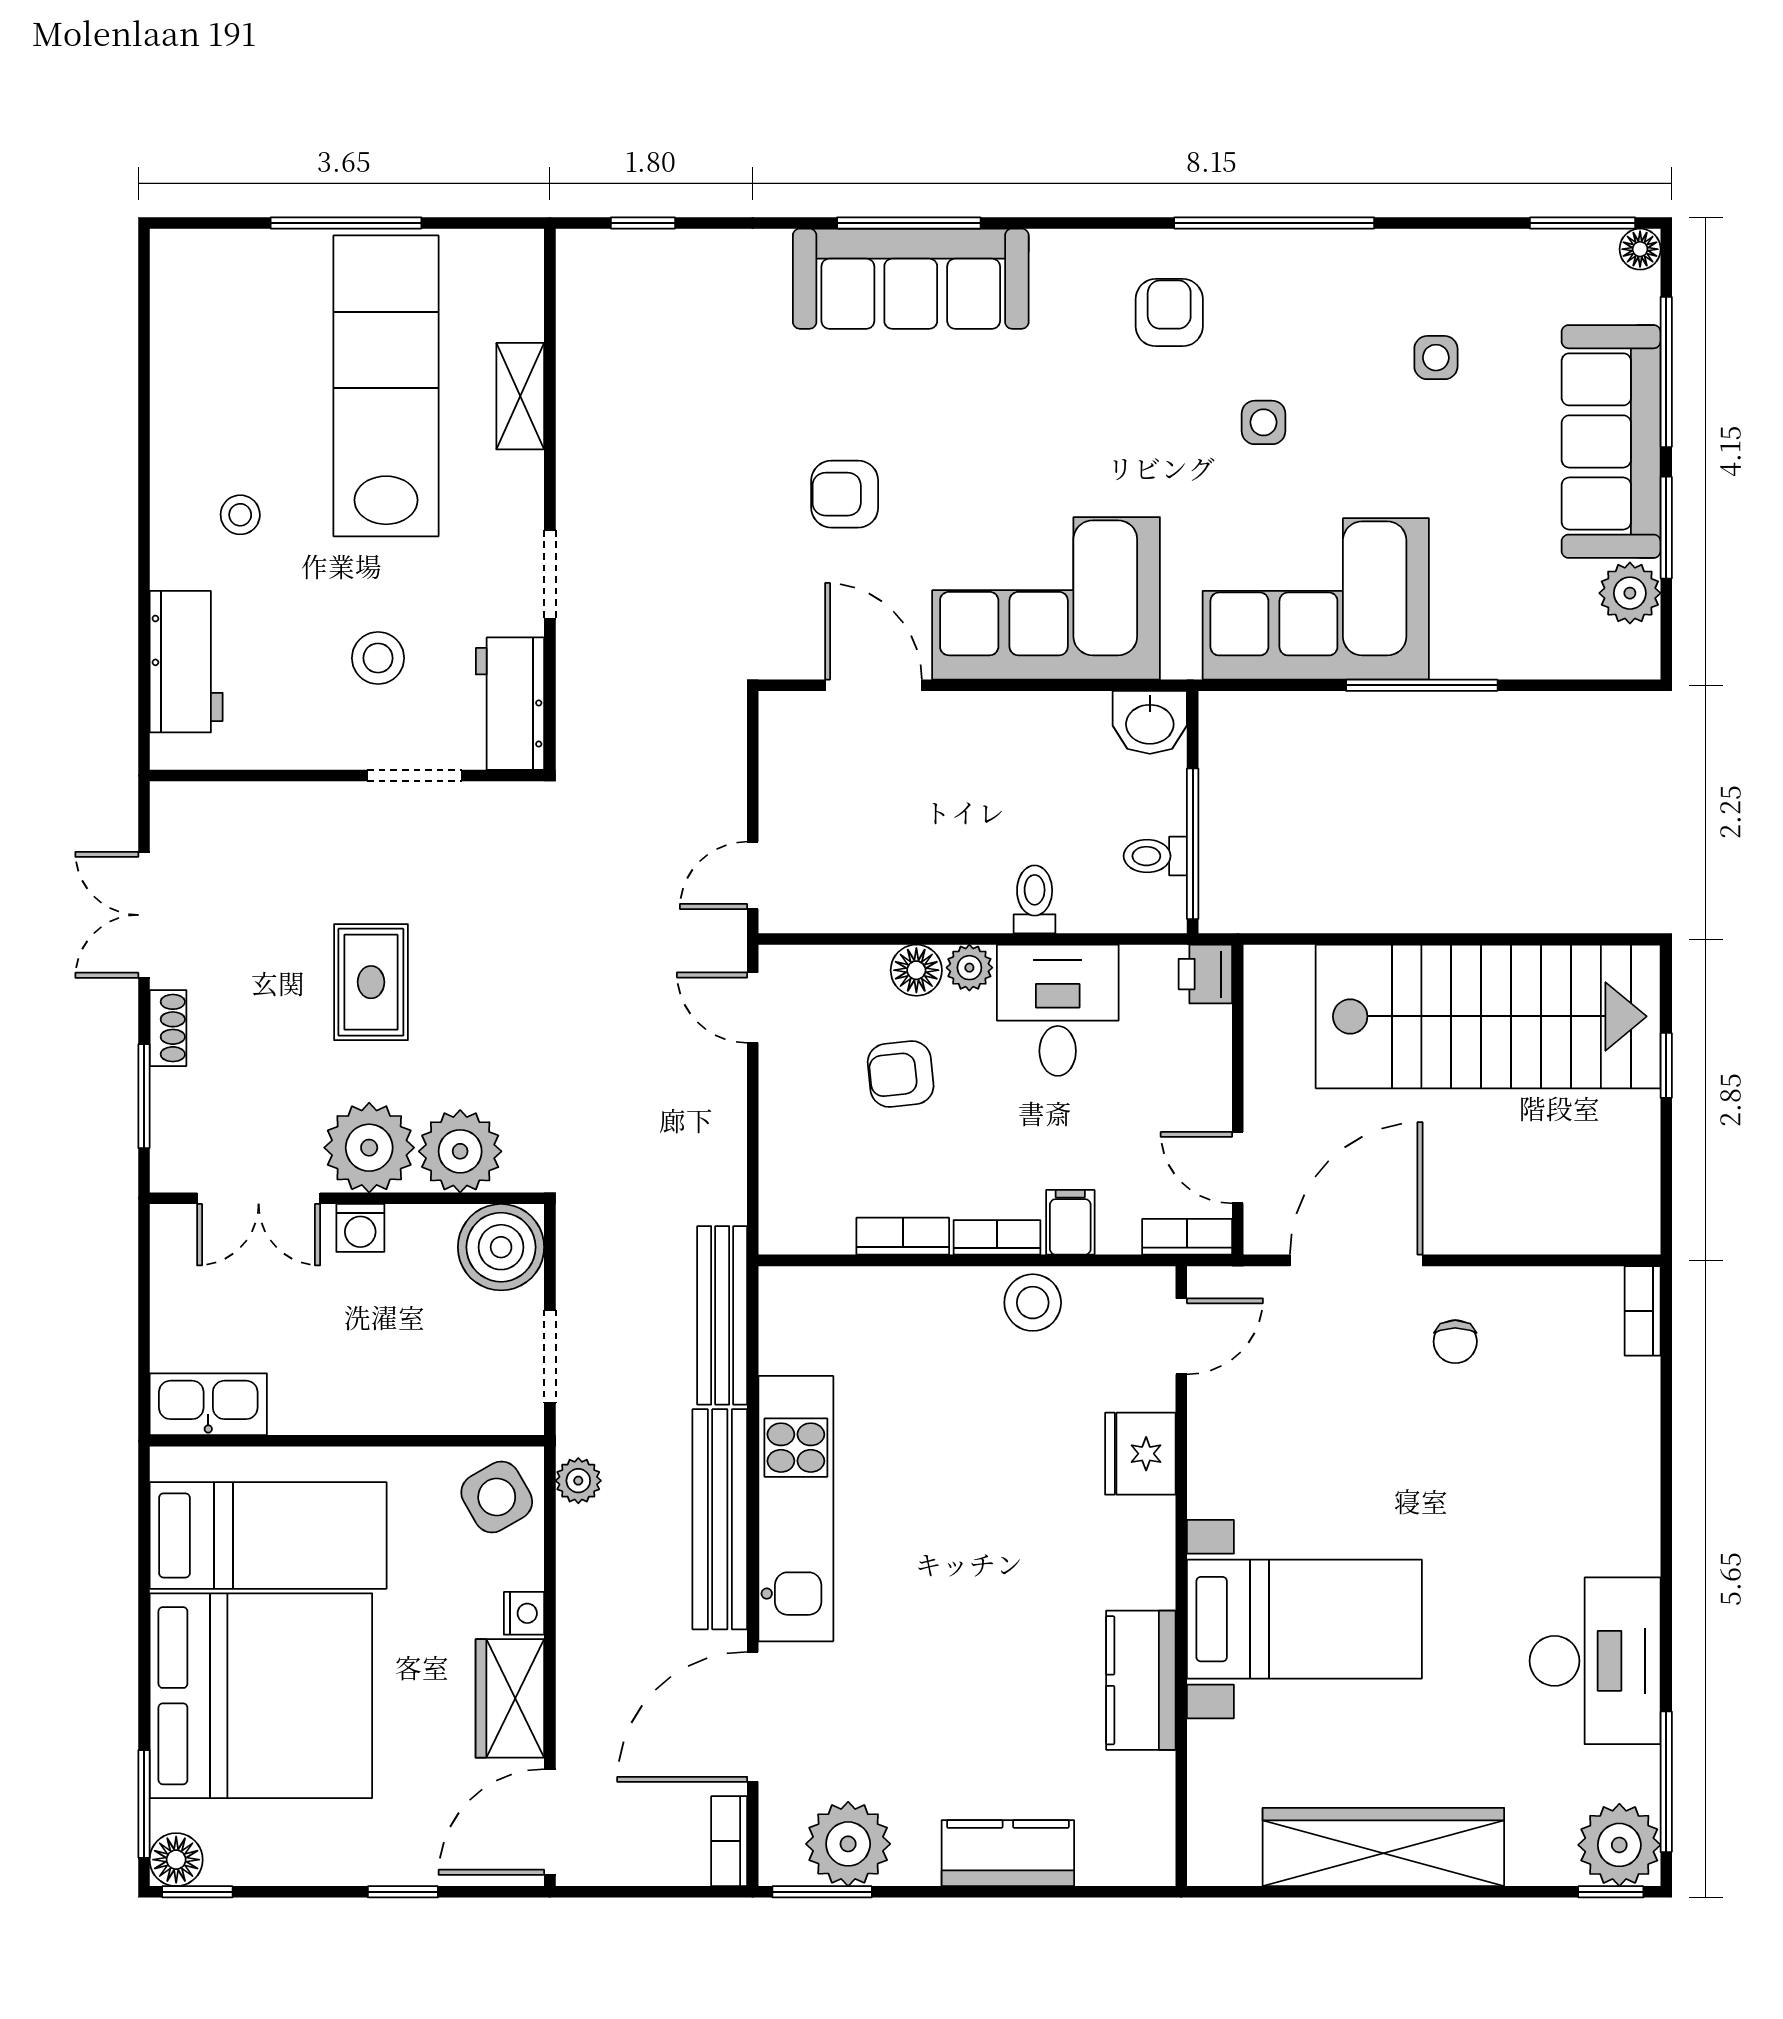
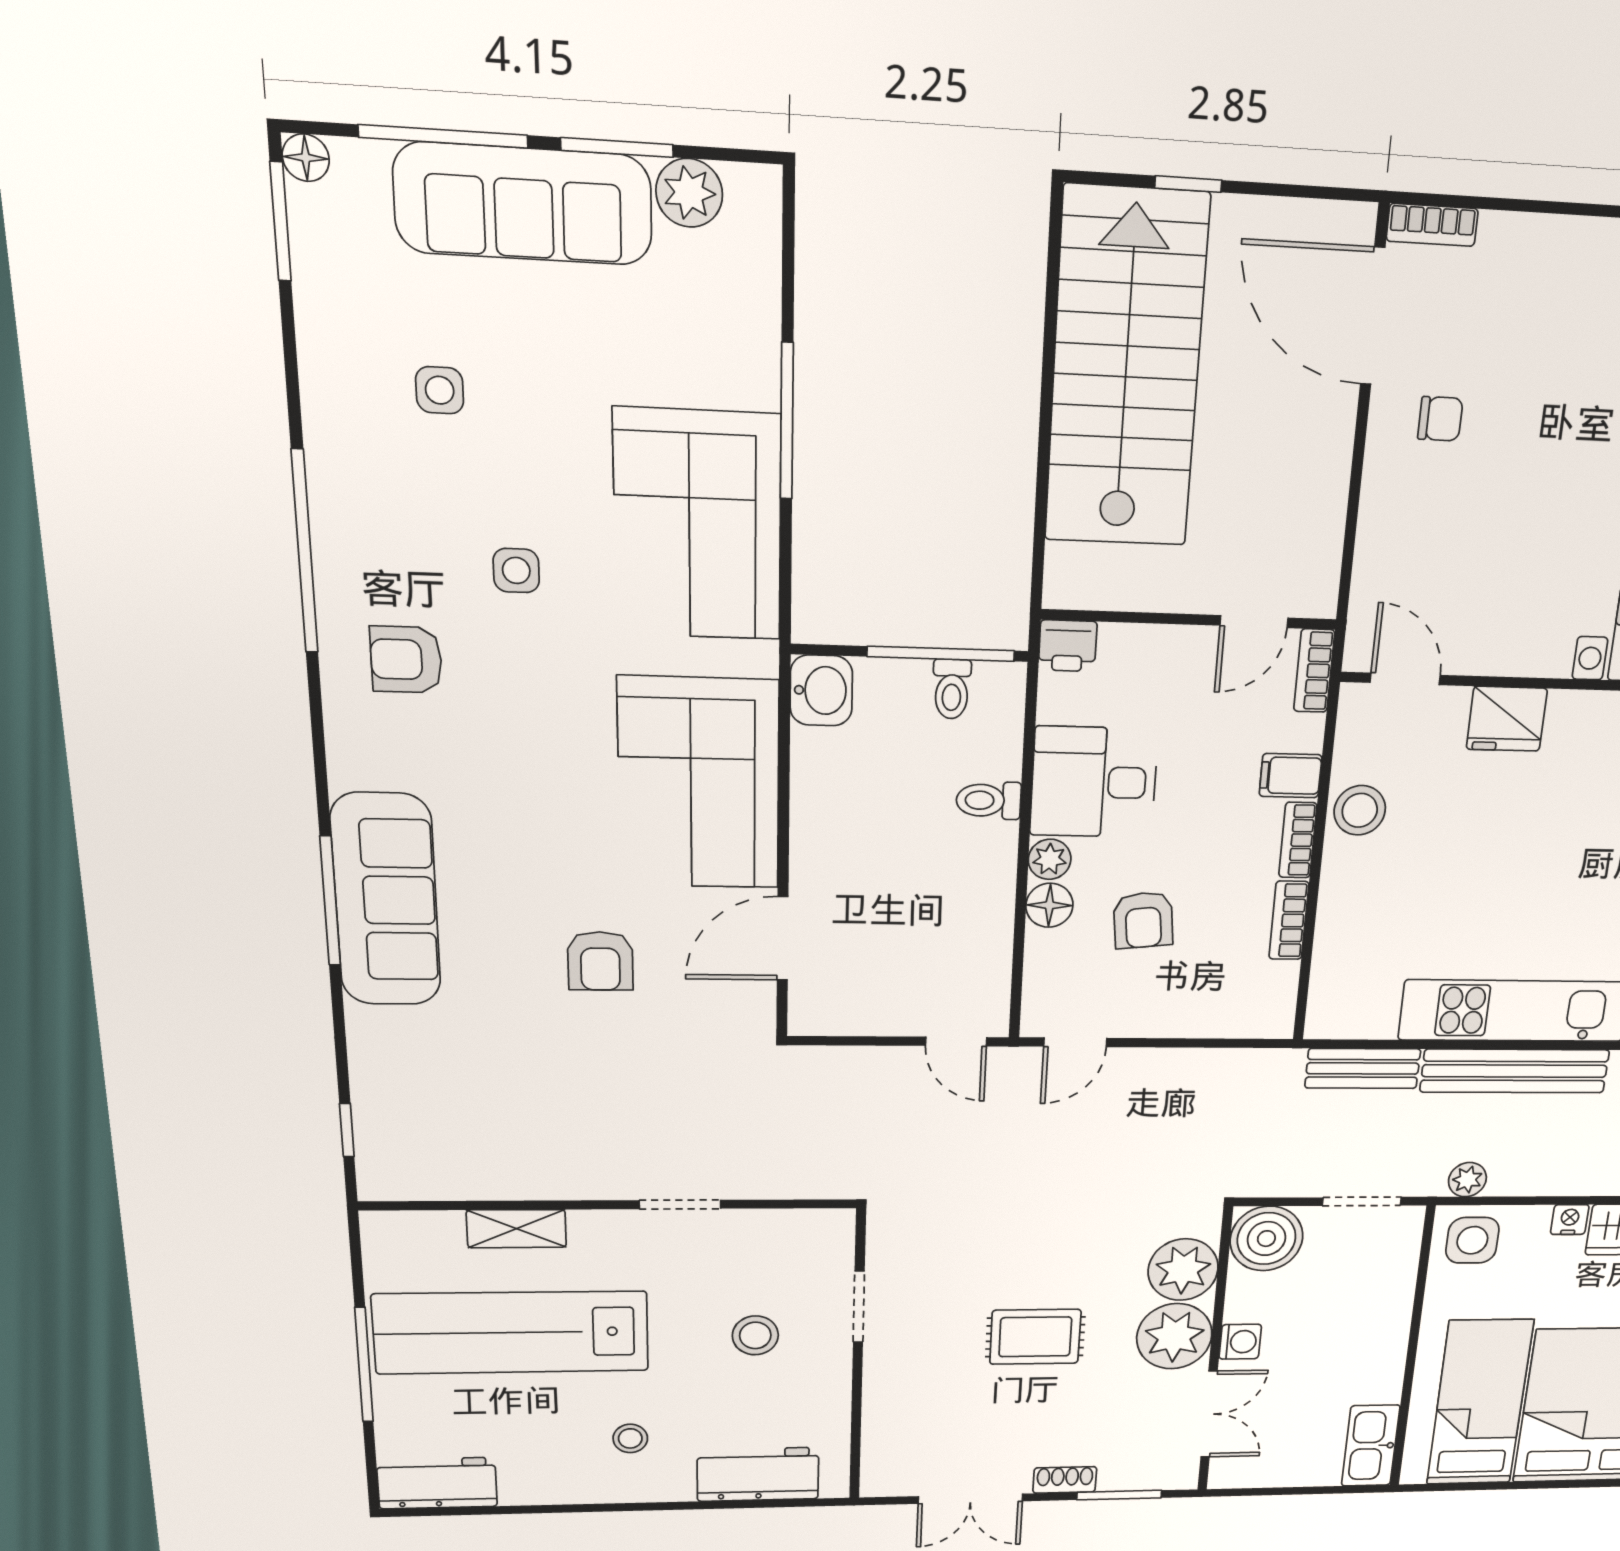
workbench: (510, 704) -> (437, 1483), moved, turned 180
door: (1356, 1260) -> (1373, 316), moved
bench: (722, 1315) -> (1363, 1068), width x0.73
side table: (497, 1497) -> (1472, 1240), turned 30

